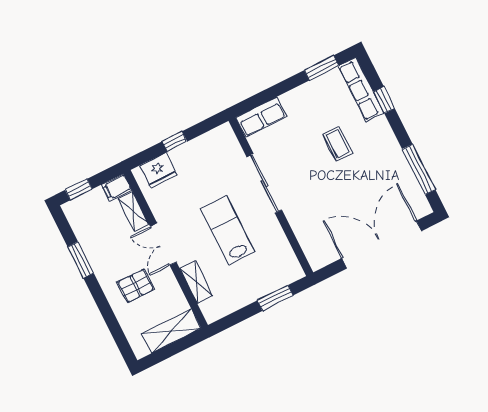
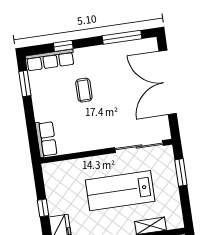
coffee table: (338, 144) -> (84, 90), turned 90
sliding door: (264, 183) -> (139, 146), moved
lab bench: (228, 230) -> (120, 191), width x1.36, depth x1.39

